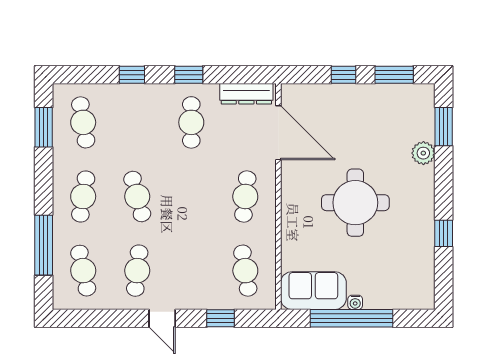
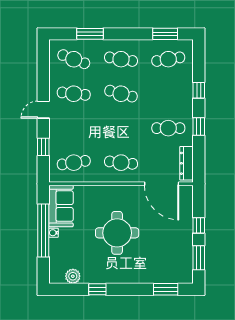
door: (278, 133) -> (162, 184), hinge flipped
plant: (423, 153) -> (73, 276), moved
cafe table: (137, 196) -> (121, 94), turned 30
window: (44, 245) -> (90, 34), width x0.69
cafe table: (83, 271) -> (74, 59), turned 33

